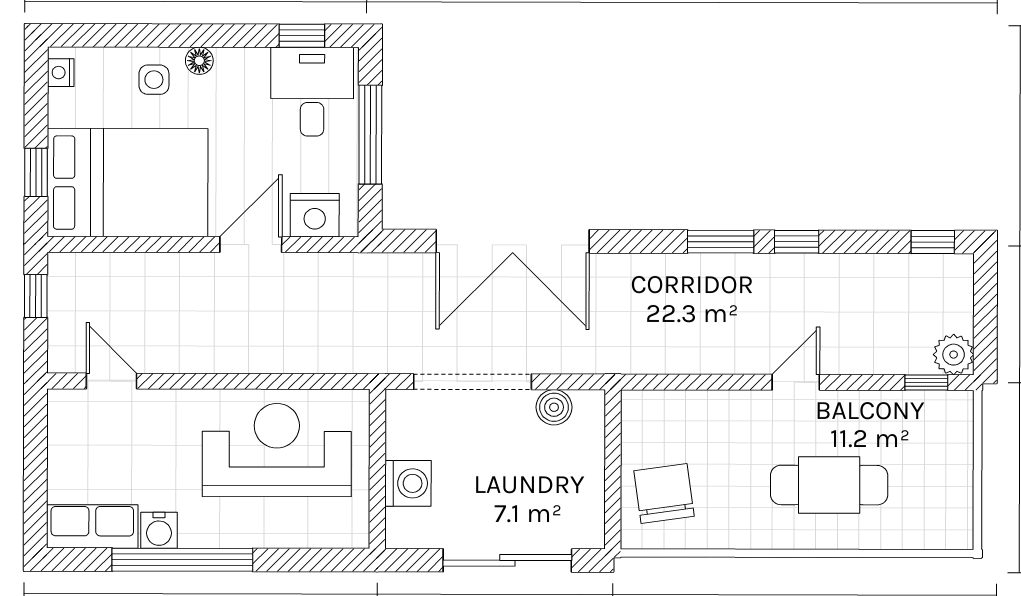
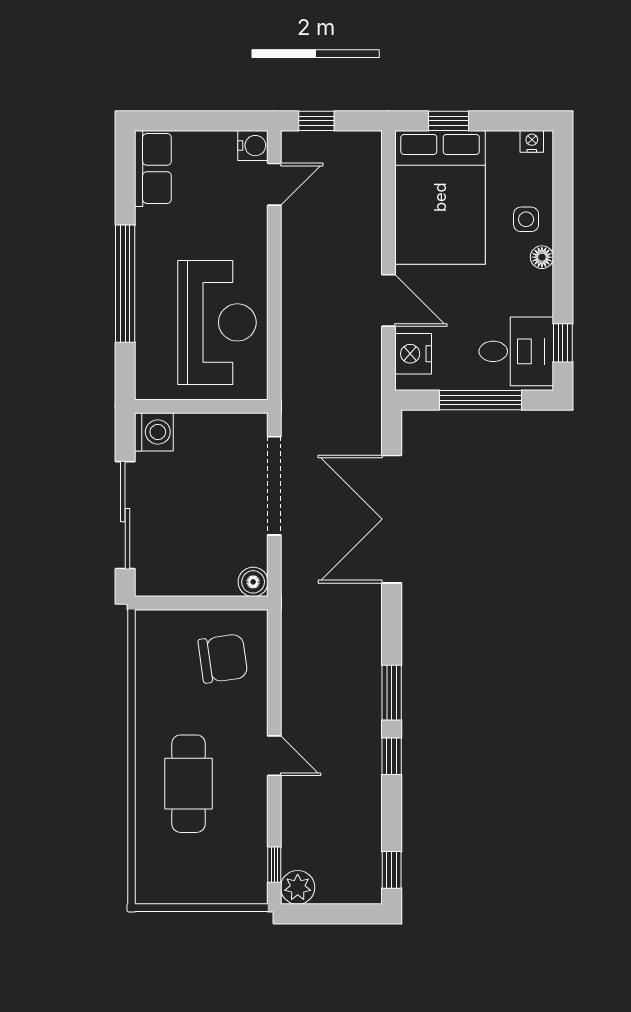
window: (36, 296) -> (316, 121), moved
boiler: (554, 407) -> (253, 582), moved
washing machine: (408, 483) -> (154, 432), moved, turned -90
chair: (664, 494) -> (223, 658), moved
water cooler: (159, 530) -> (253, 146), moved, turned 180
window: (182, 560) -> (125, 284), moved

